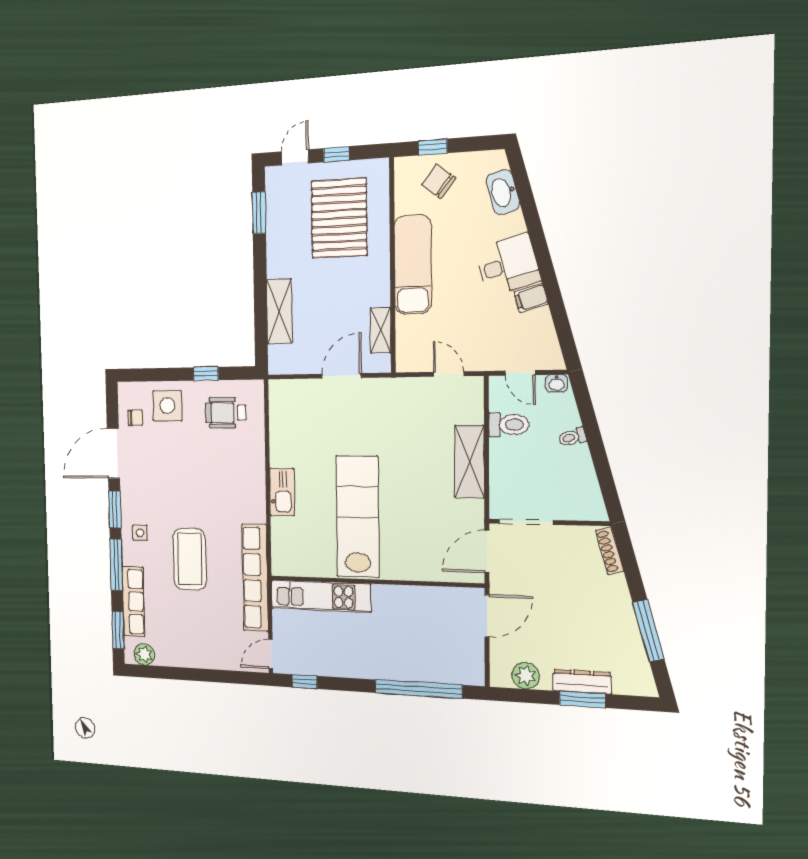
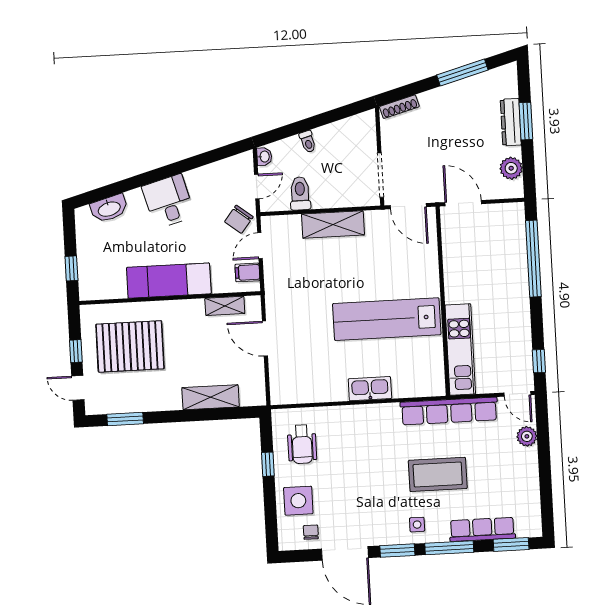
chair: (439, 181) -> (239, 219), moved
filing cabinet: (531, 298) -> (247, 272), moved, turned 105
plant: (144, 654) -> (527, 436), moved

